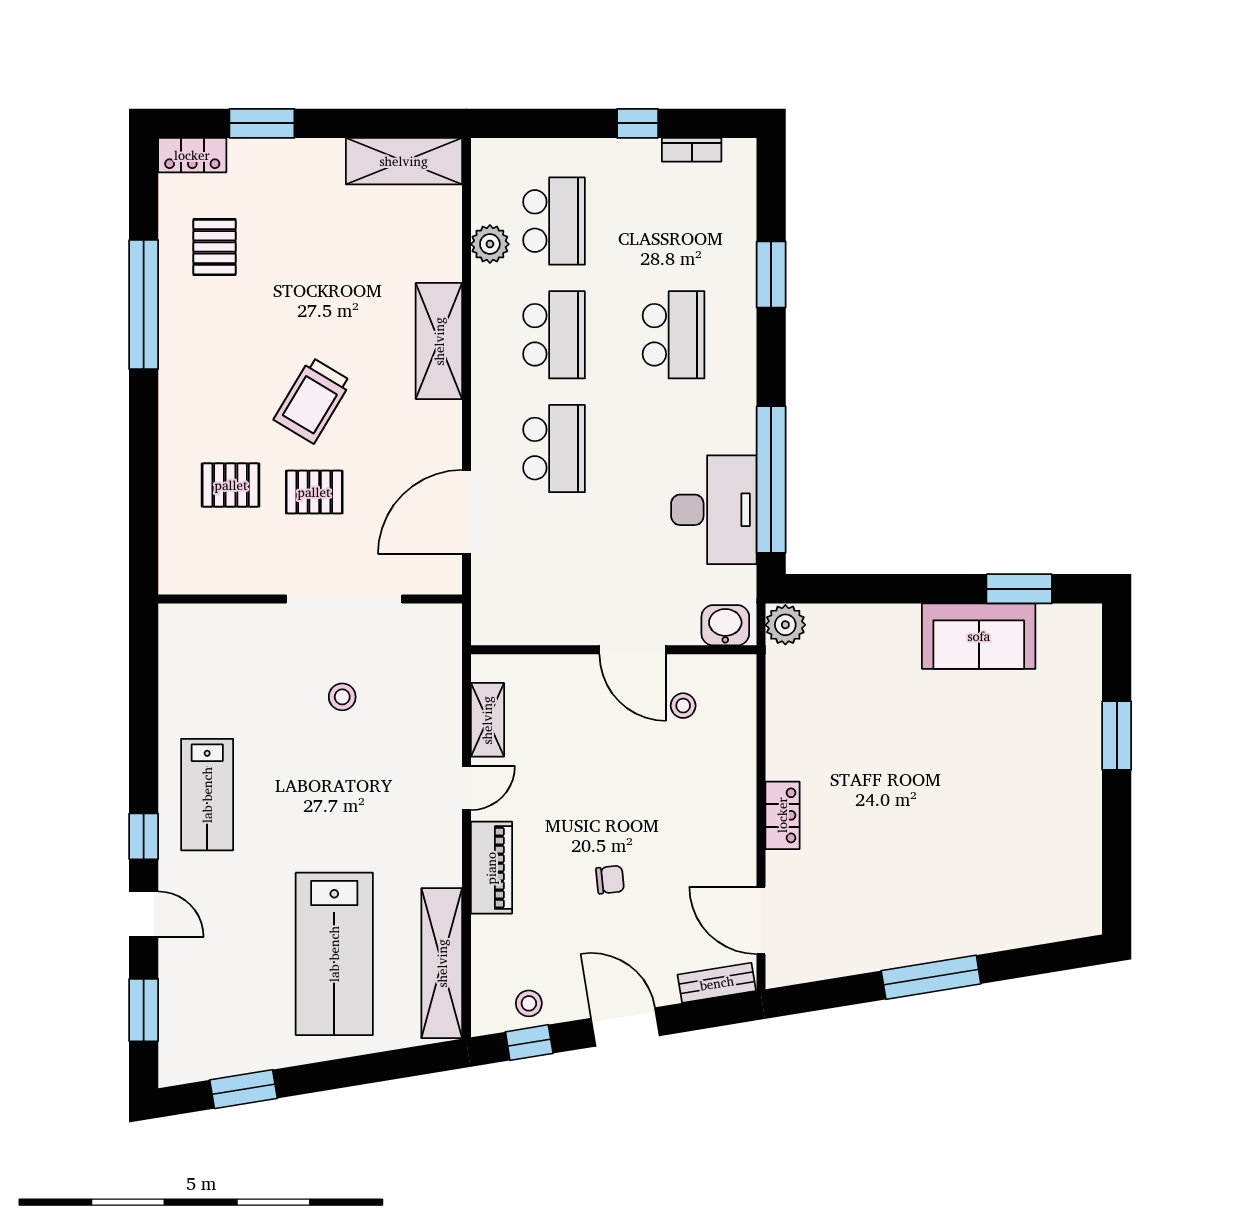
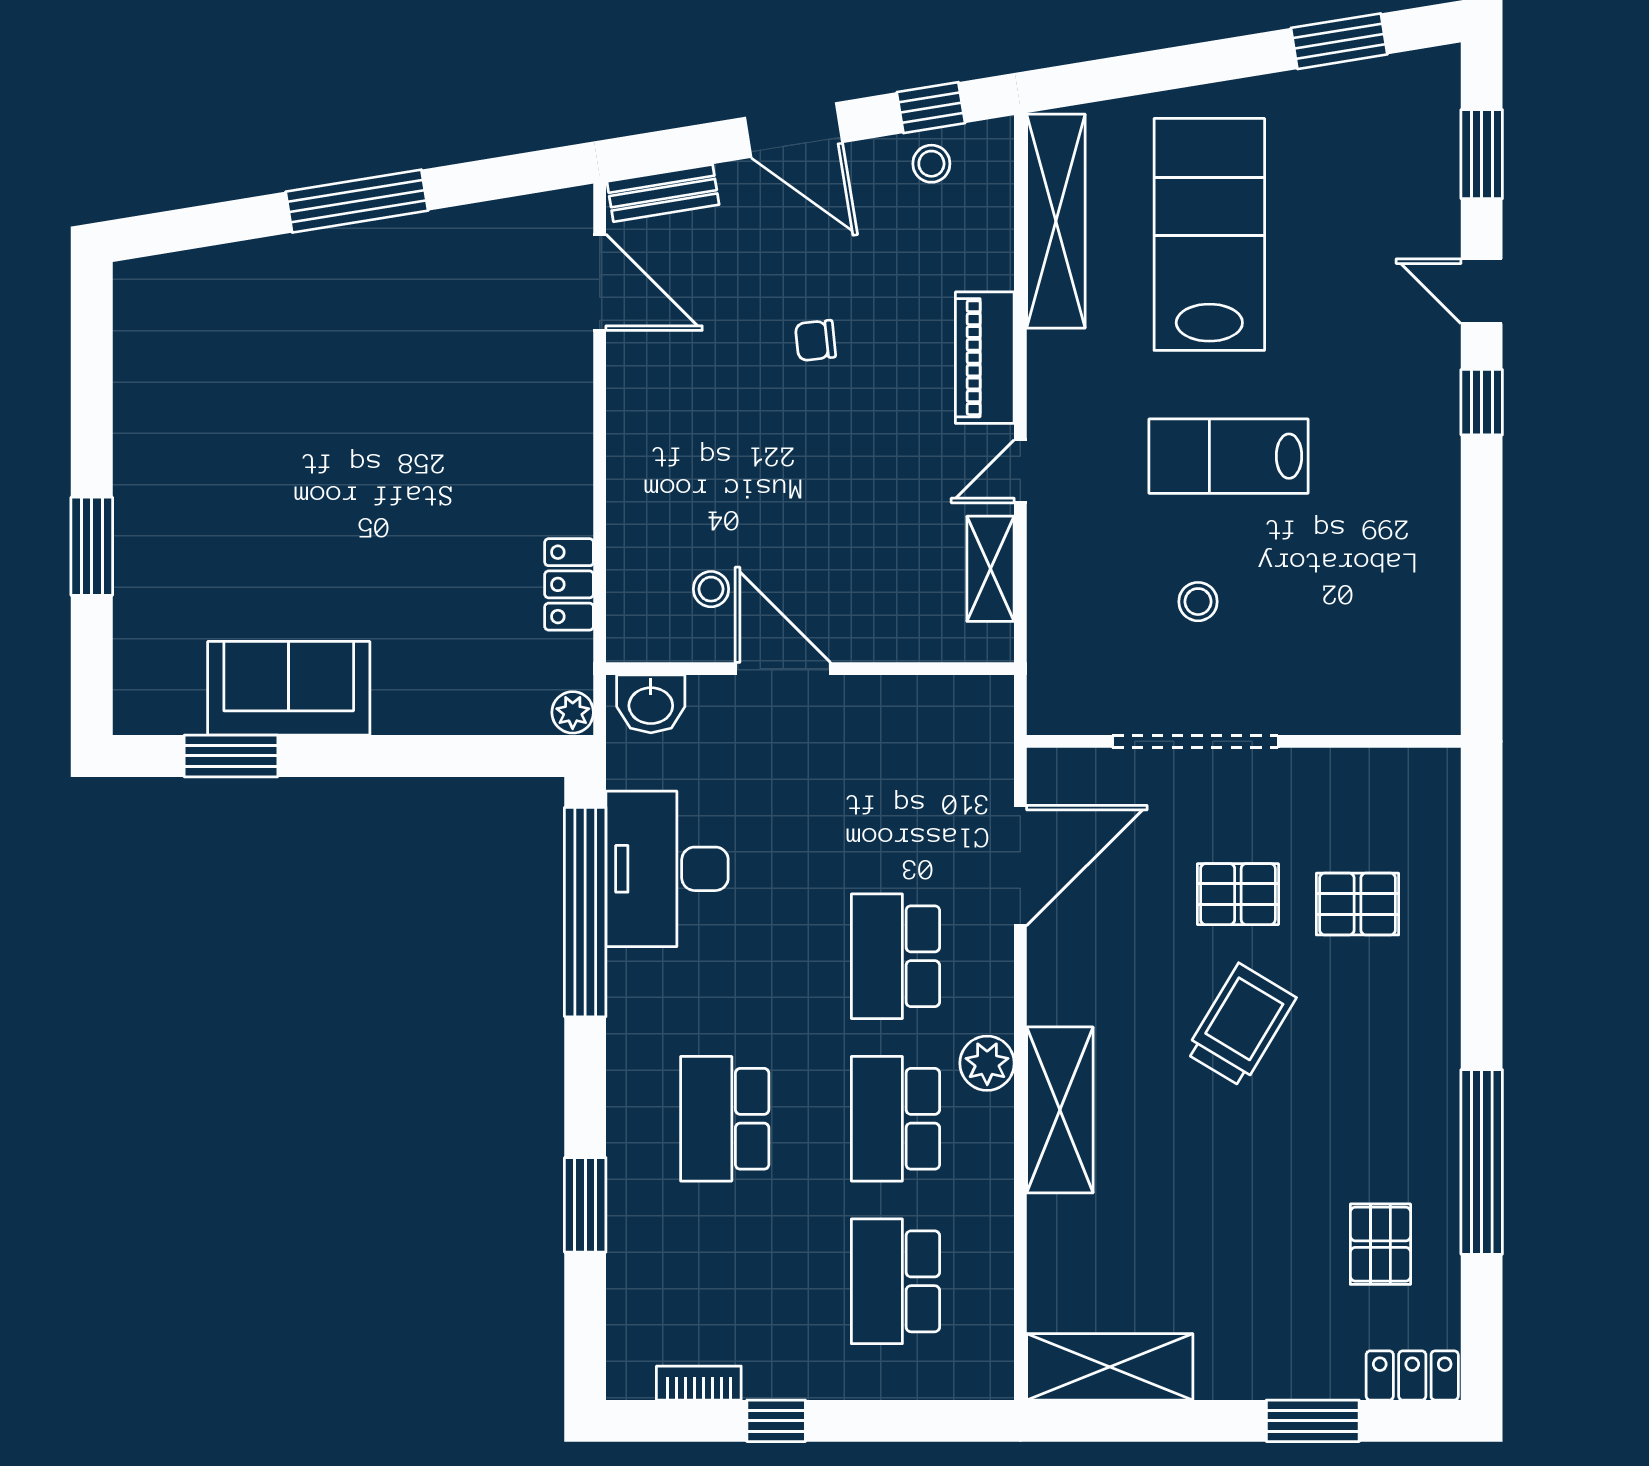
plant: (490, 244) -> (987, 1063), moved
plant: (785, 625) -> (573, 712), width x0.73, depth x0.73
lab bench: (207, 795) -> (1228, 456), moved, turned -90
locker: (782, 815) -> (569, 584), moved

